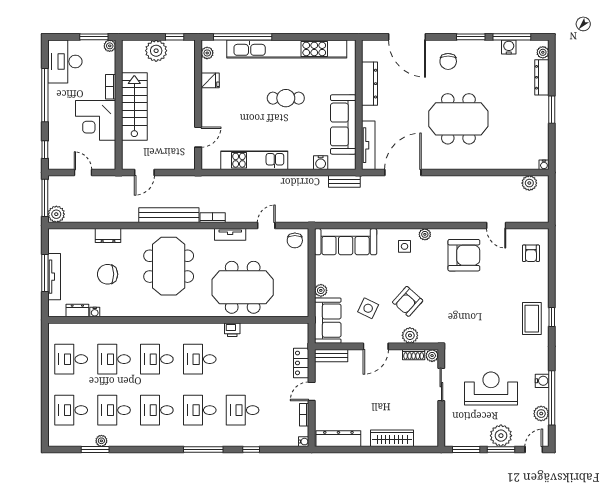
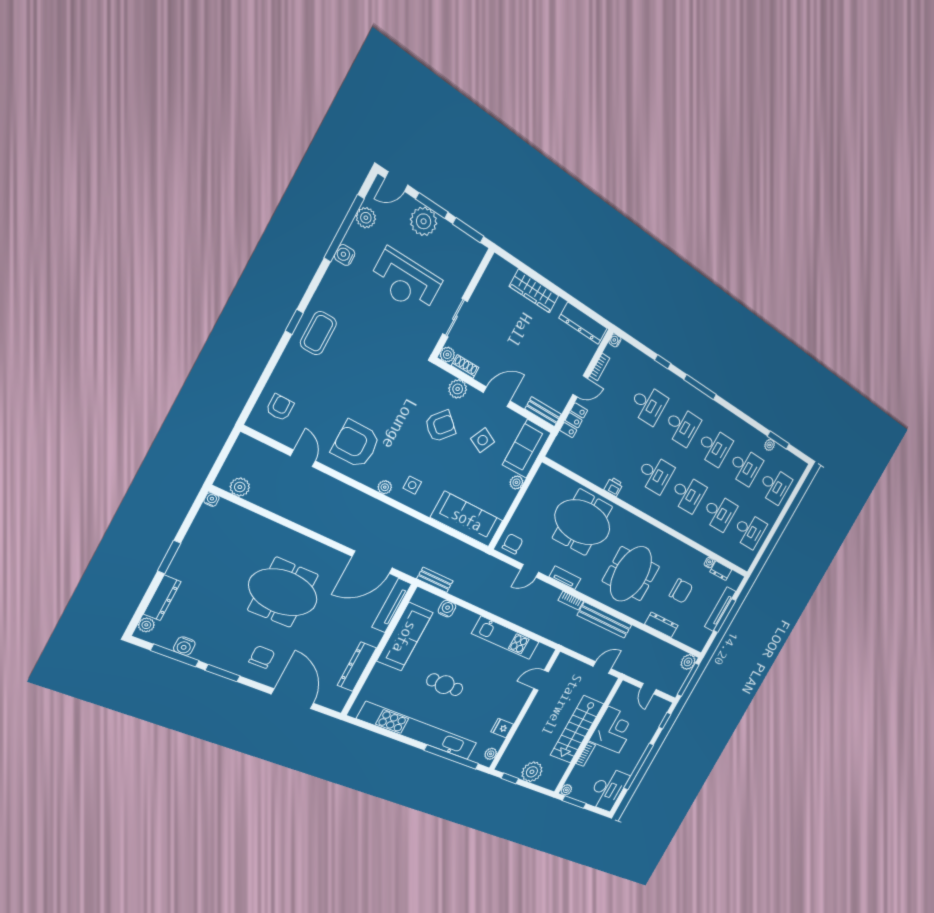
dresser: (108, 236) -> (661, 625), width x1.44

